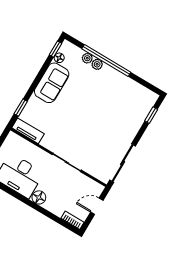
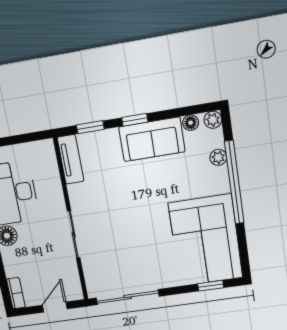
window: (55, 49) -> (135, 120), moved
plant: (97, 64) -> (213, 120), moved
corner sofa: (125, 98) -> (206, 241), added
door: (97, 206) -> (55, 307), hinge flipped

